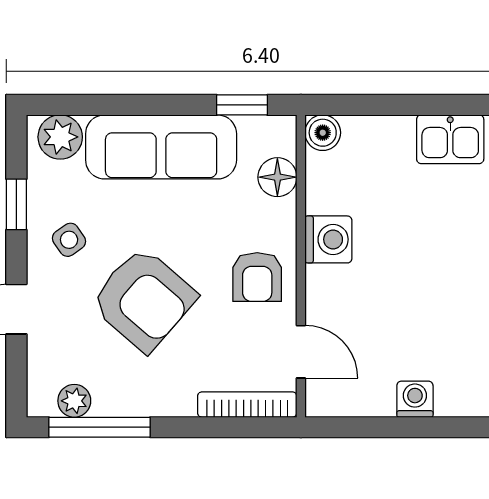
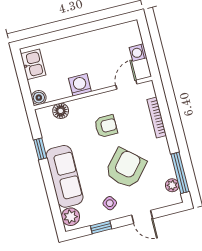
boiler: (323, 133) -> (39, 98), moved
floor lamp: (277, 177) -> (61, 111), moved
washing machine: (328, 239) -> (80, 85), moved
wall: (301, 266) -> (93, 93), moved
door: (301, 352) -> (126, 85), moved

